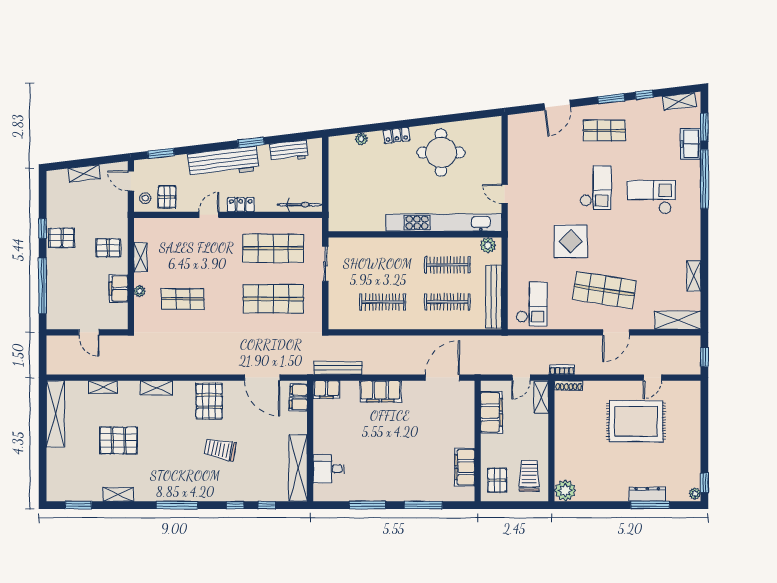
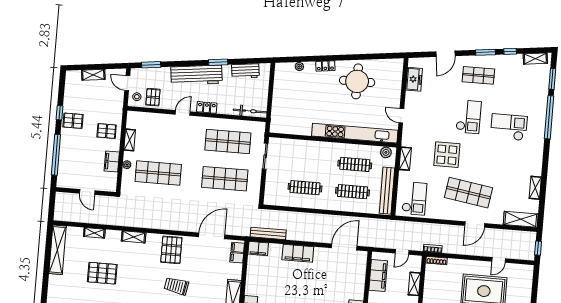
freezer: (691, 144) -> (414, 79), moved, turned 180
shelving: (515, 251) -> (405, 159), added
shop shelf: (183, 299) -> (158, 173), width x1.43, depth x1.36
door: (262, 378) -> (212, 236), swing flipped
shelving: (541, 397) -> (414, 284), moved

